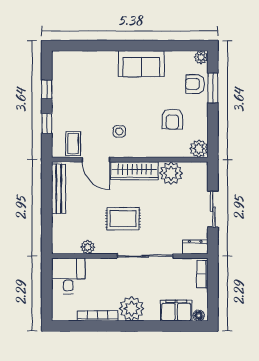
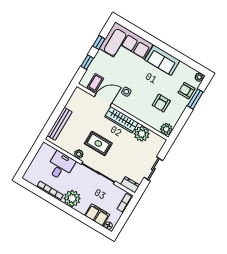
corner sofa: (84, 74) -> (126, 46), added
door: (96, 160) -> (103, 100), swing flipped
bench: (59, 189) -> (60, 124), moved
plant: (88, 247) -> (79, 154), moved
desk: (68, 276) -> (61, 166), moved

